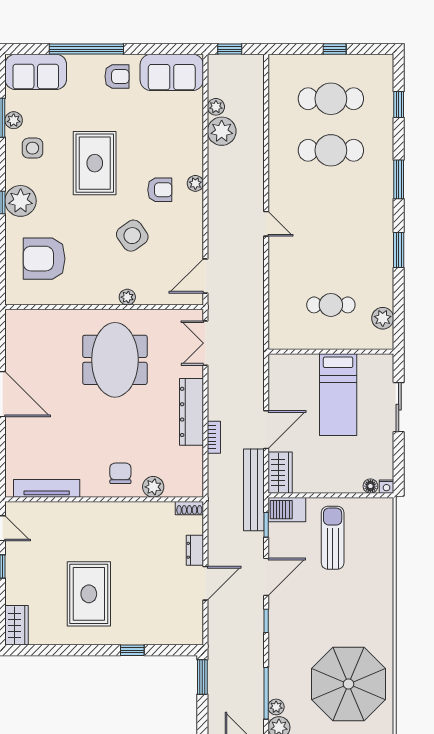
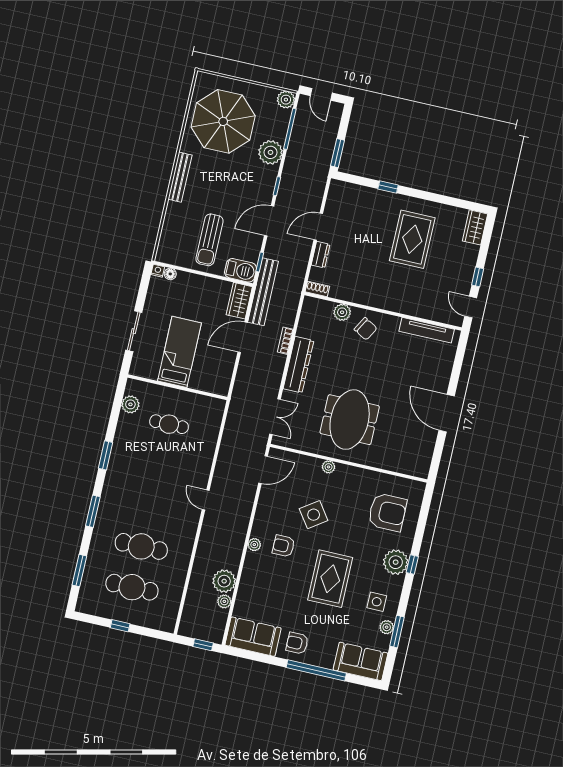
window: (399, 105) -> (79, 570), width x1.50
chair: (120, 473) -> (366, 329), turned -60
bench: (385, 605) -> (180, 177), added
plant: (276, 707) -> (270, 152), moved, width x1.87, depth x1.87

